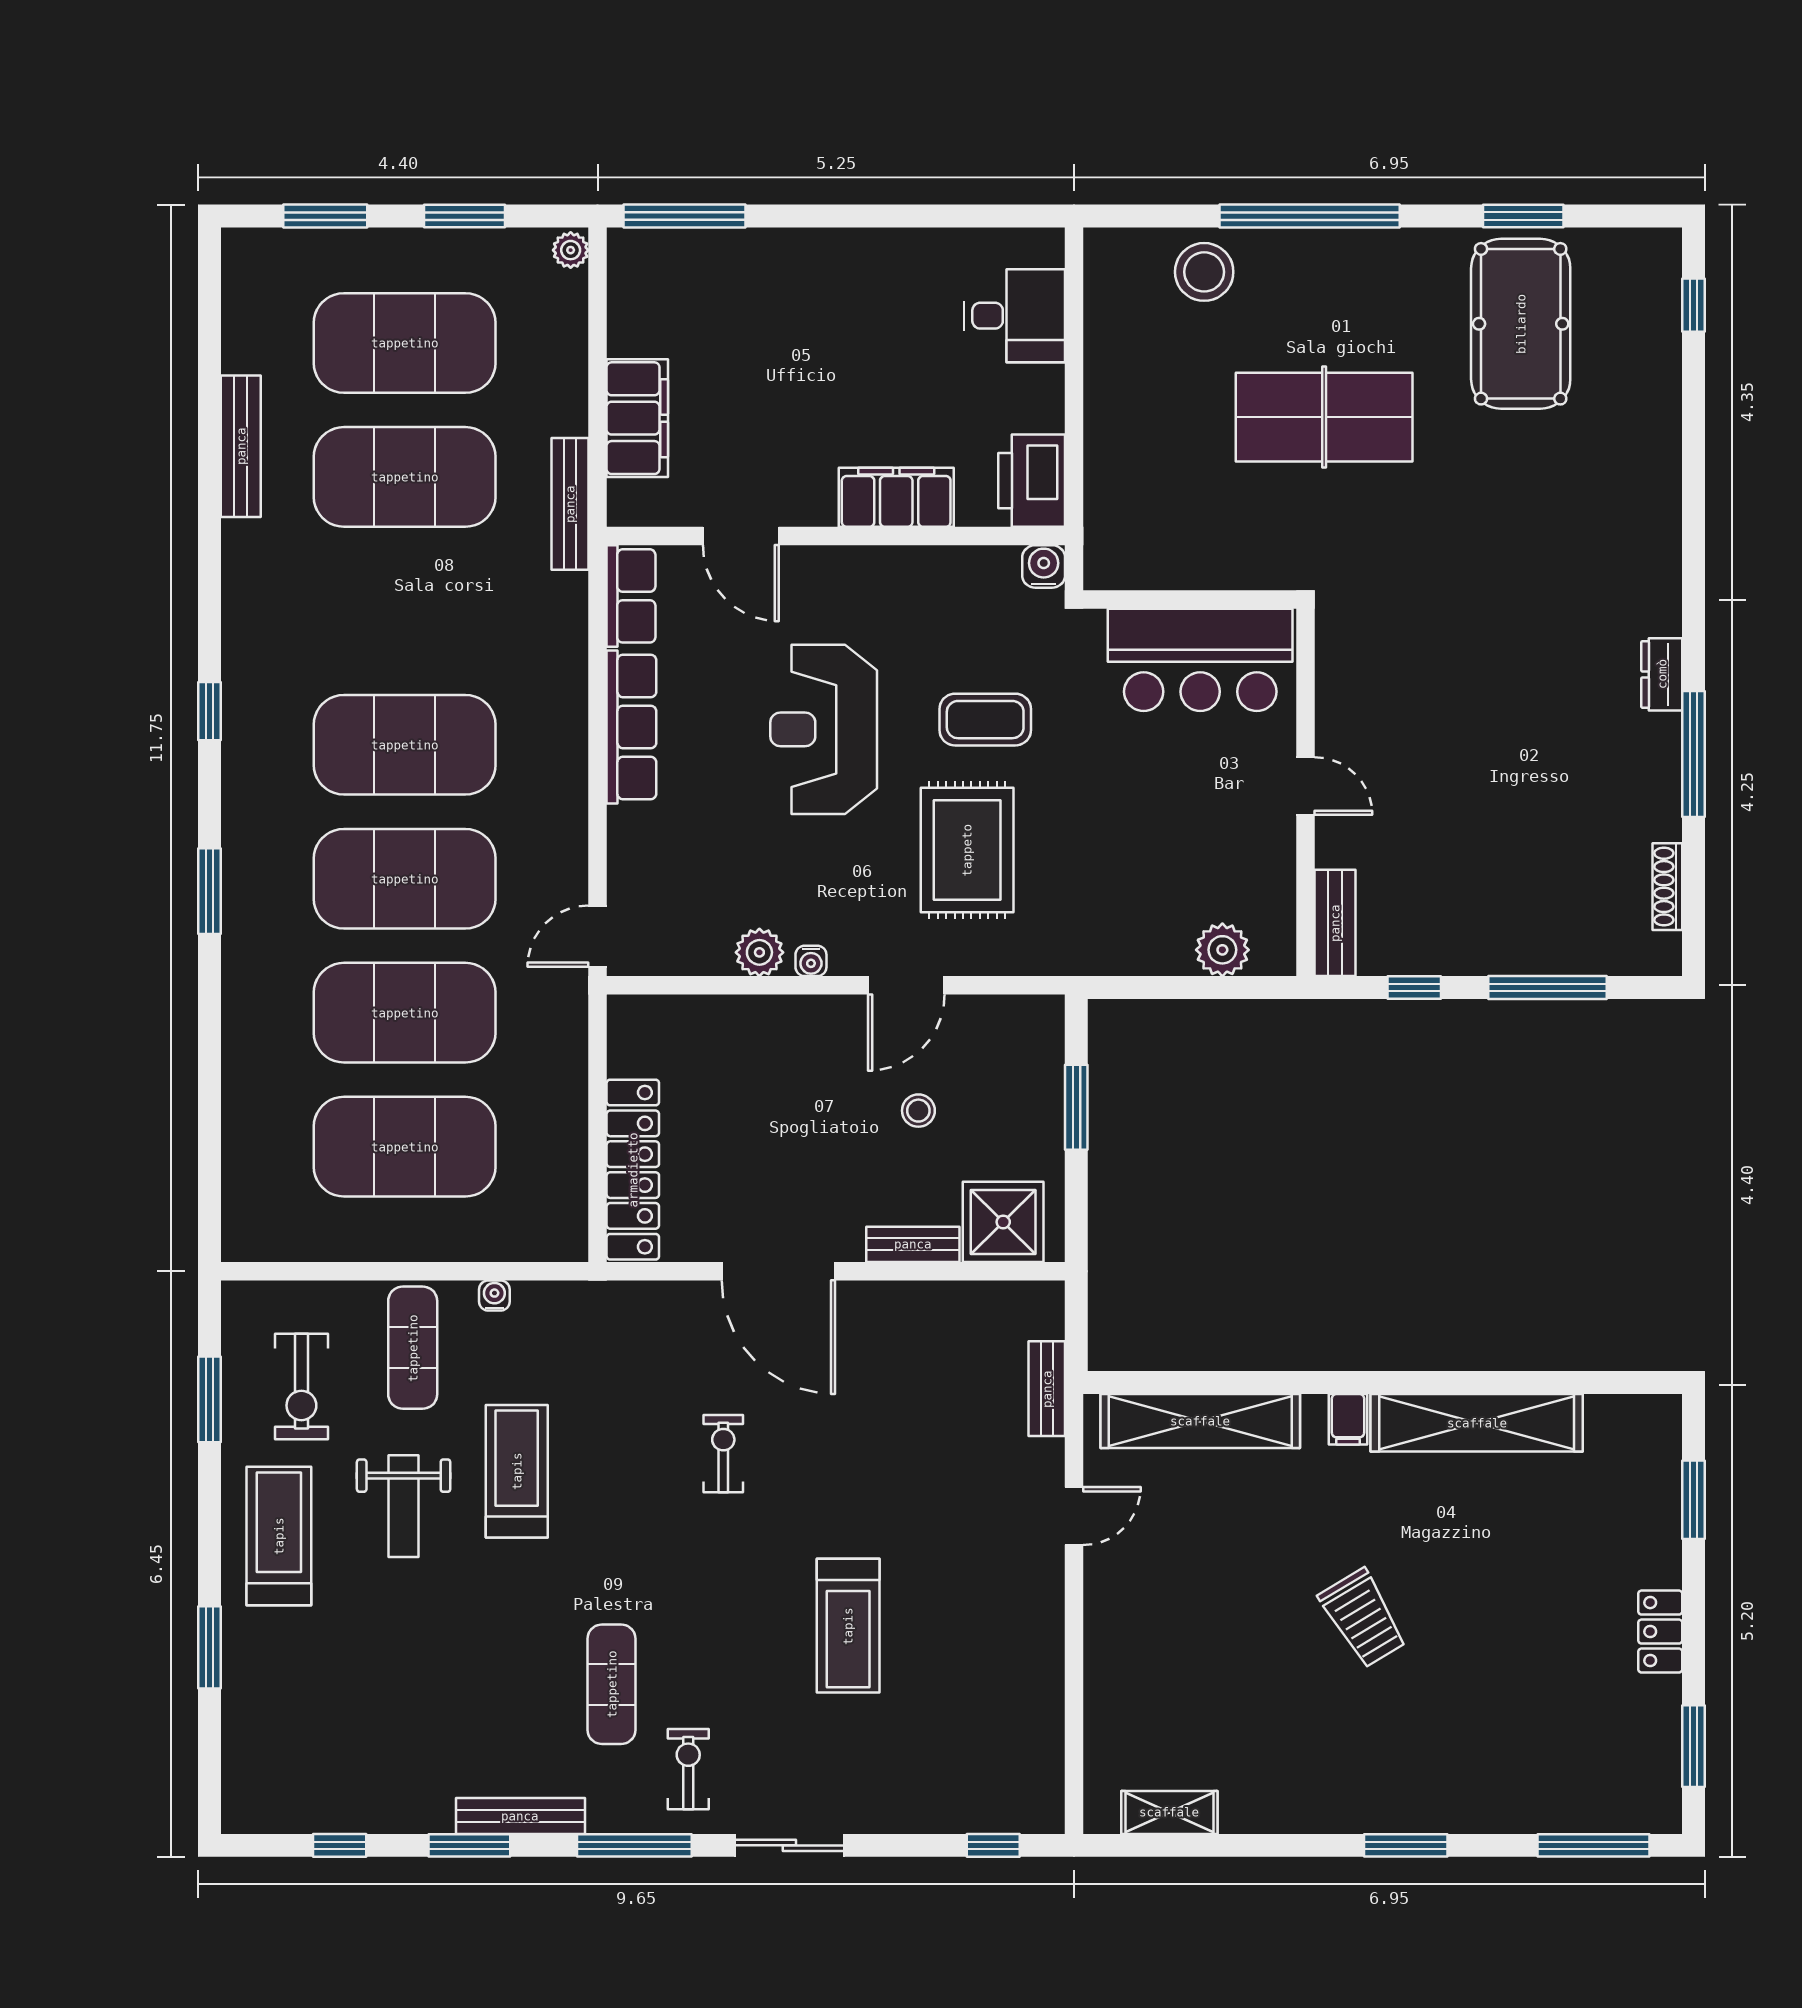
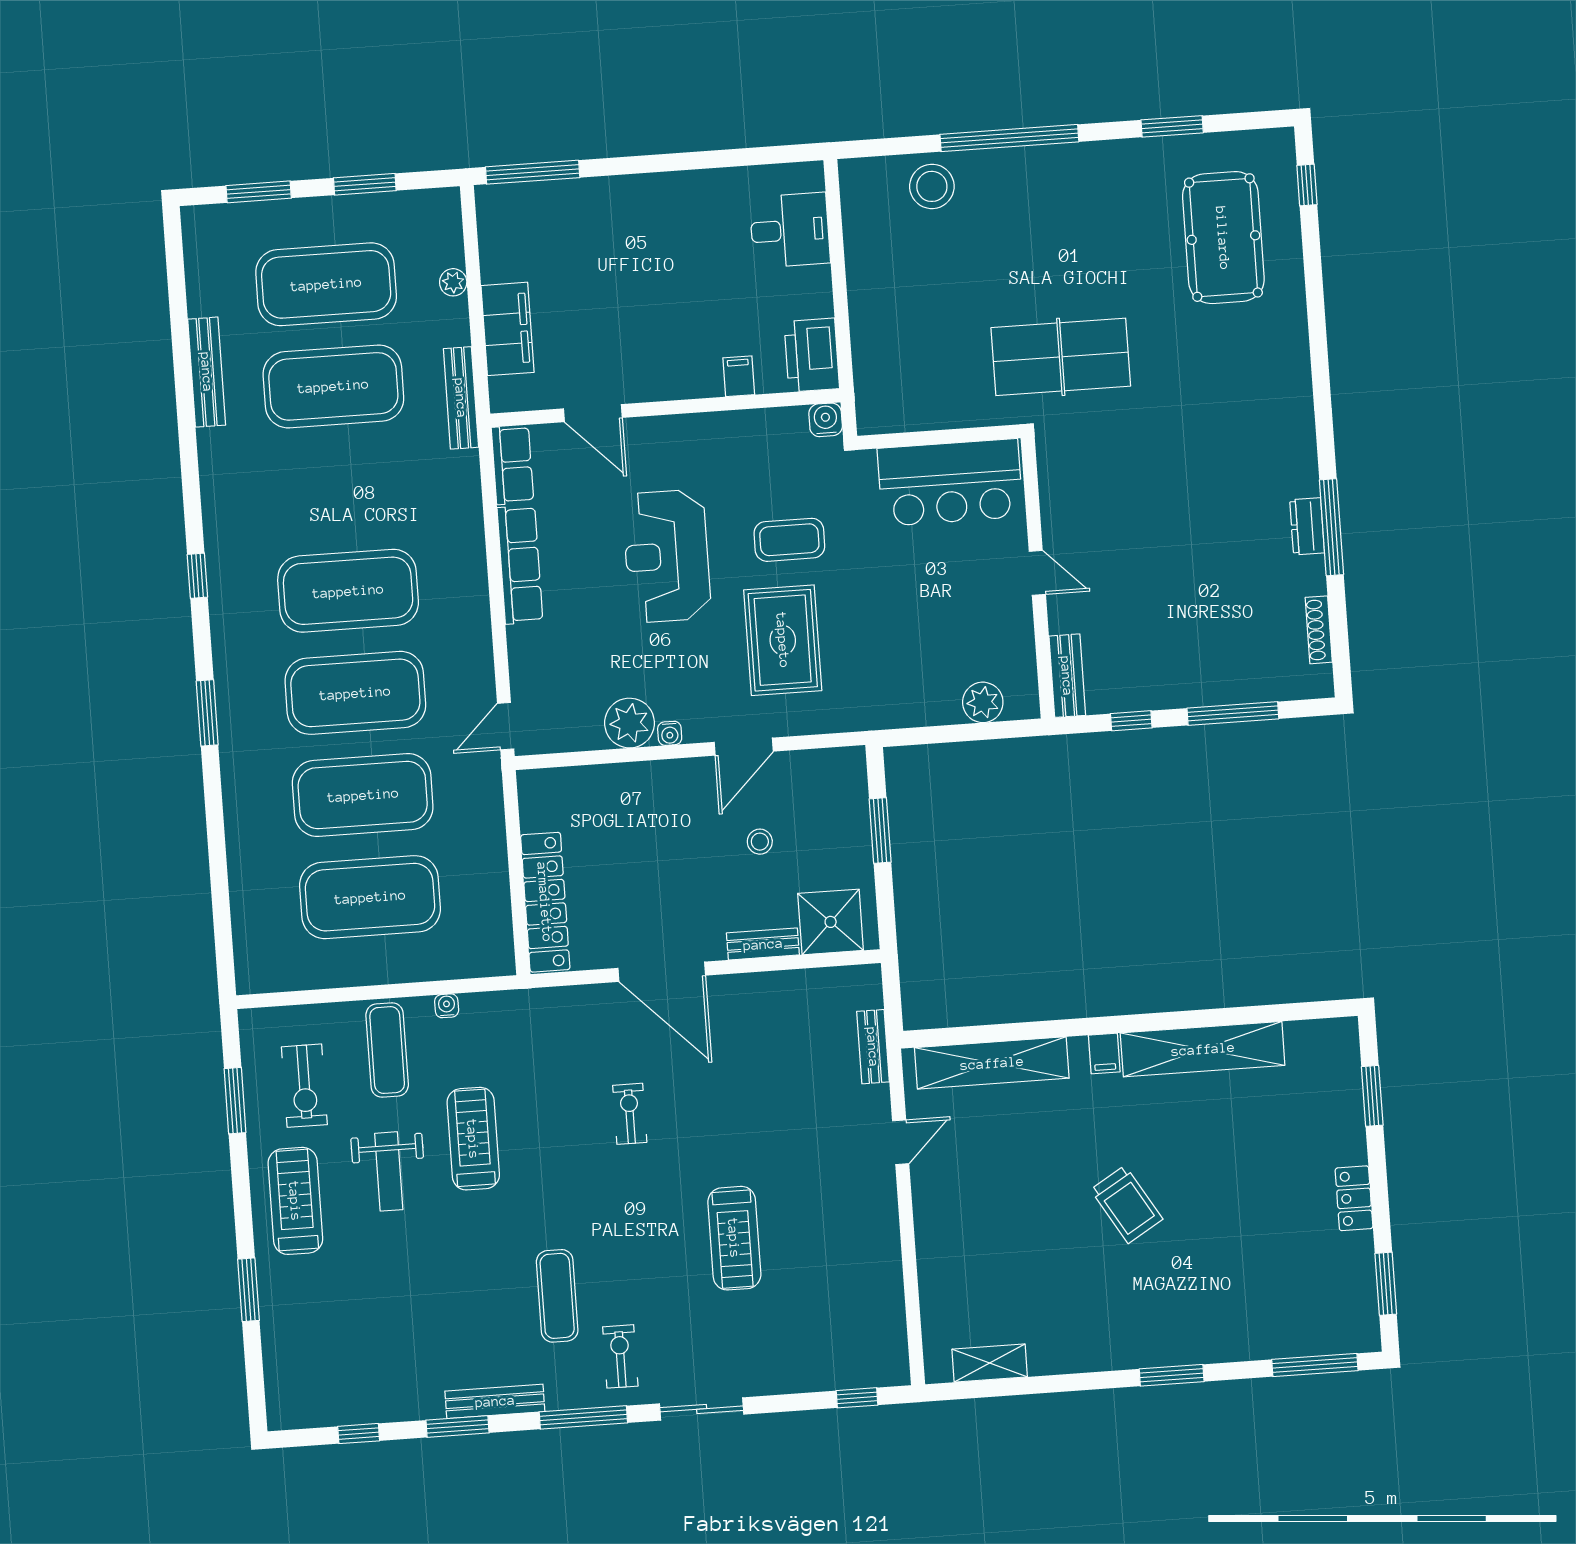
plant: (571, 250) -> (453, 282), moved
pool table: (1521, 324) -> (1223, 238), moved
table tennis table: (1324, 417) -> (1061, 357), moved
filing cabinet: (896, 497) -> (739, 376), width x0.33, depth x0.86
dresser: (1662, 674) -> (1307, 526), moved
plant: (759, 952) -> (629, 723), width x1.36, depth x1.36

